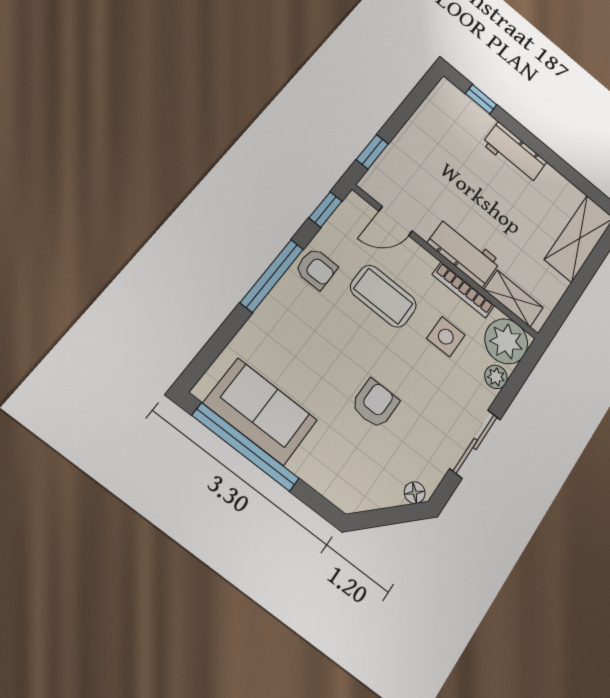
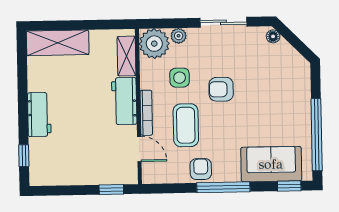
window: (325, 210) -> (289, 186), moved
bookcase: (463, 290) -> (146, 113), moved
armchair: (375, 404) -> (221, 89), moved
sofa: (261, 412) -> (271, 164), moved, turned 90

